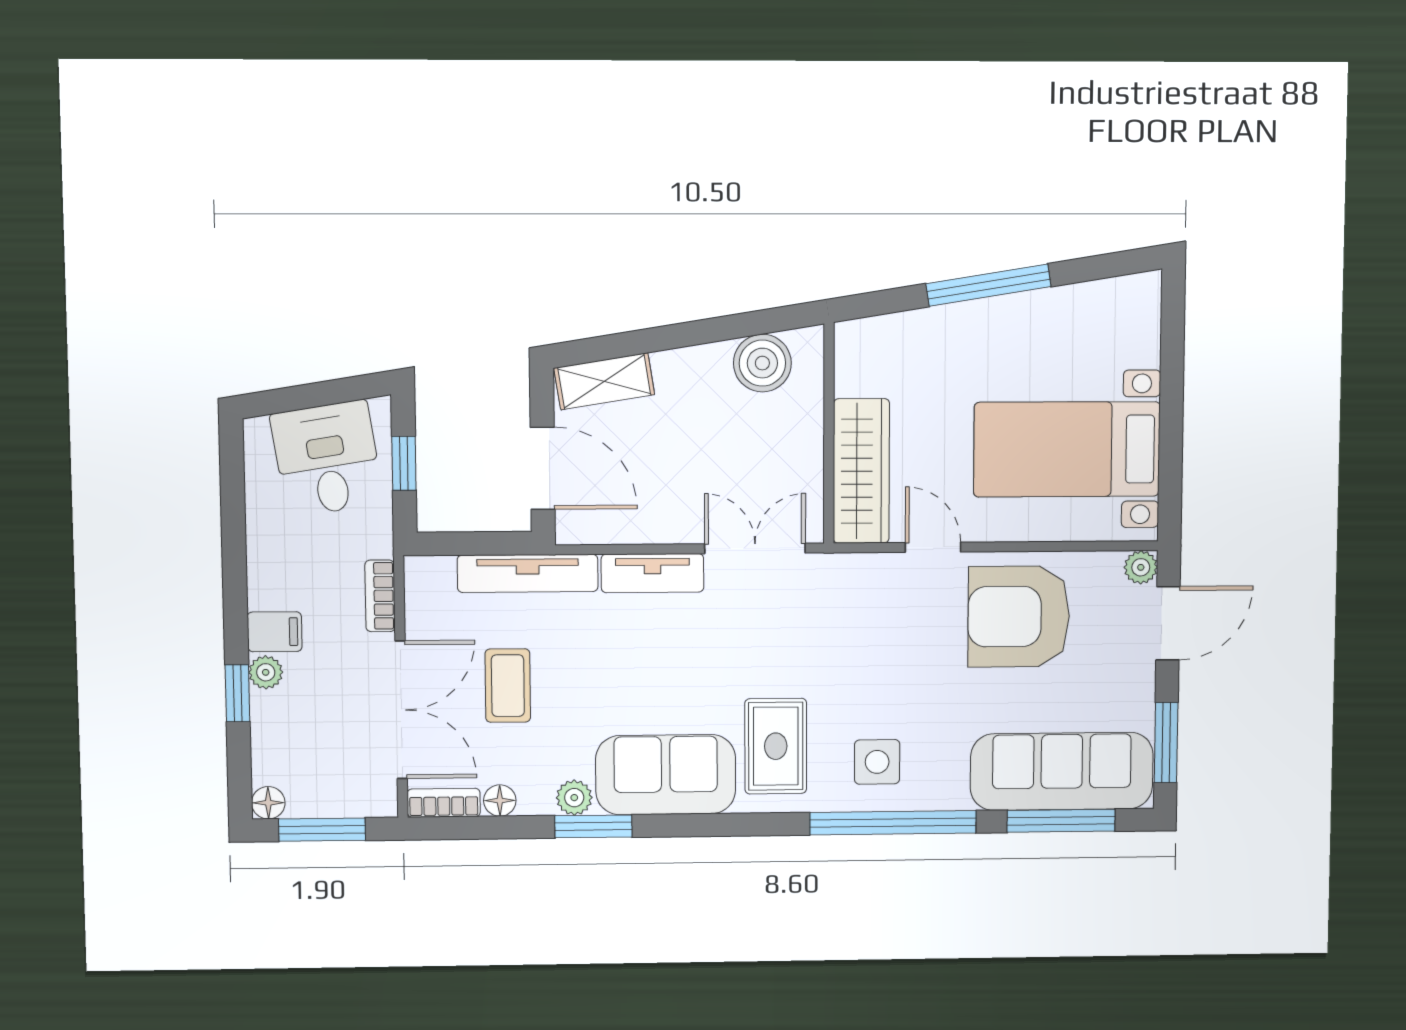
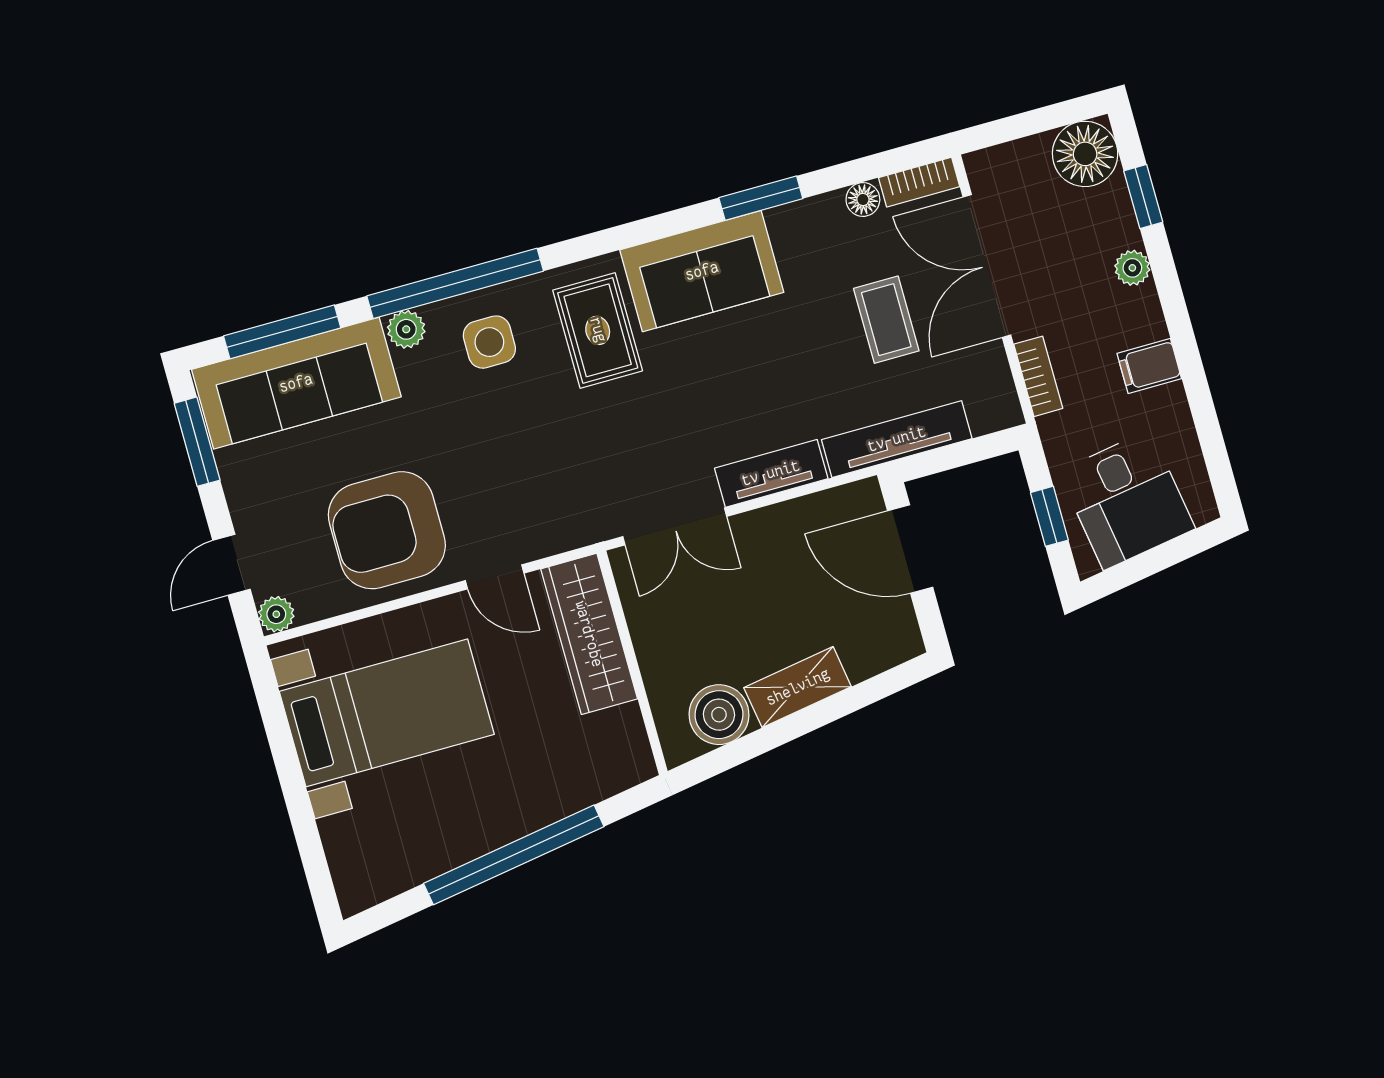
window: (989, 285) -> (514, 855), width x1.46
shelving: (604, 381) -> (798, 687), moved
armchair: (1019, 616) -> (387, 530), turned 180
door: (1168, 623) -> (231, 565), width x0.73
filing cabinet: (275, 632) -> (1149, 366), moved
window: (237, 693) -> (1143, 197), moved
plant: (574, 798) -> (406, 329), moved
floor lamp: (268, 803) -> (1085, 154), width x1.89, depth x1.89
window: (322, 830) -> (1035, 122), removed

